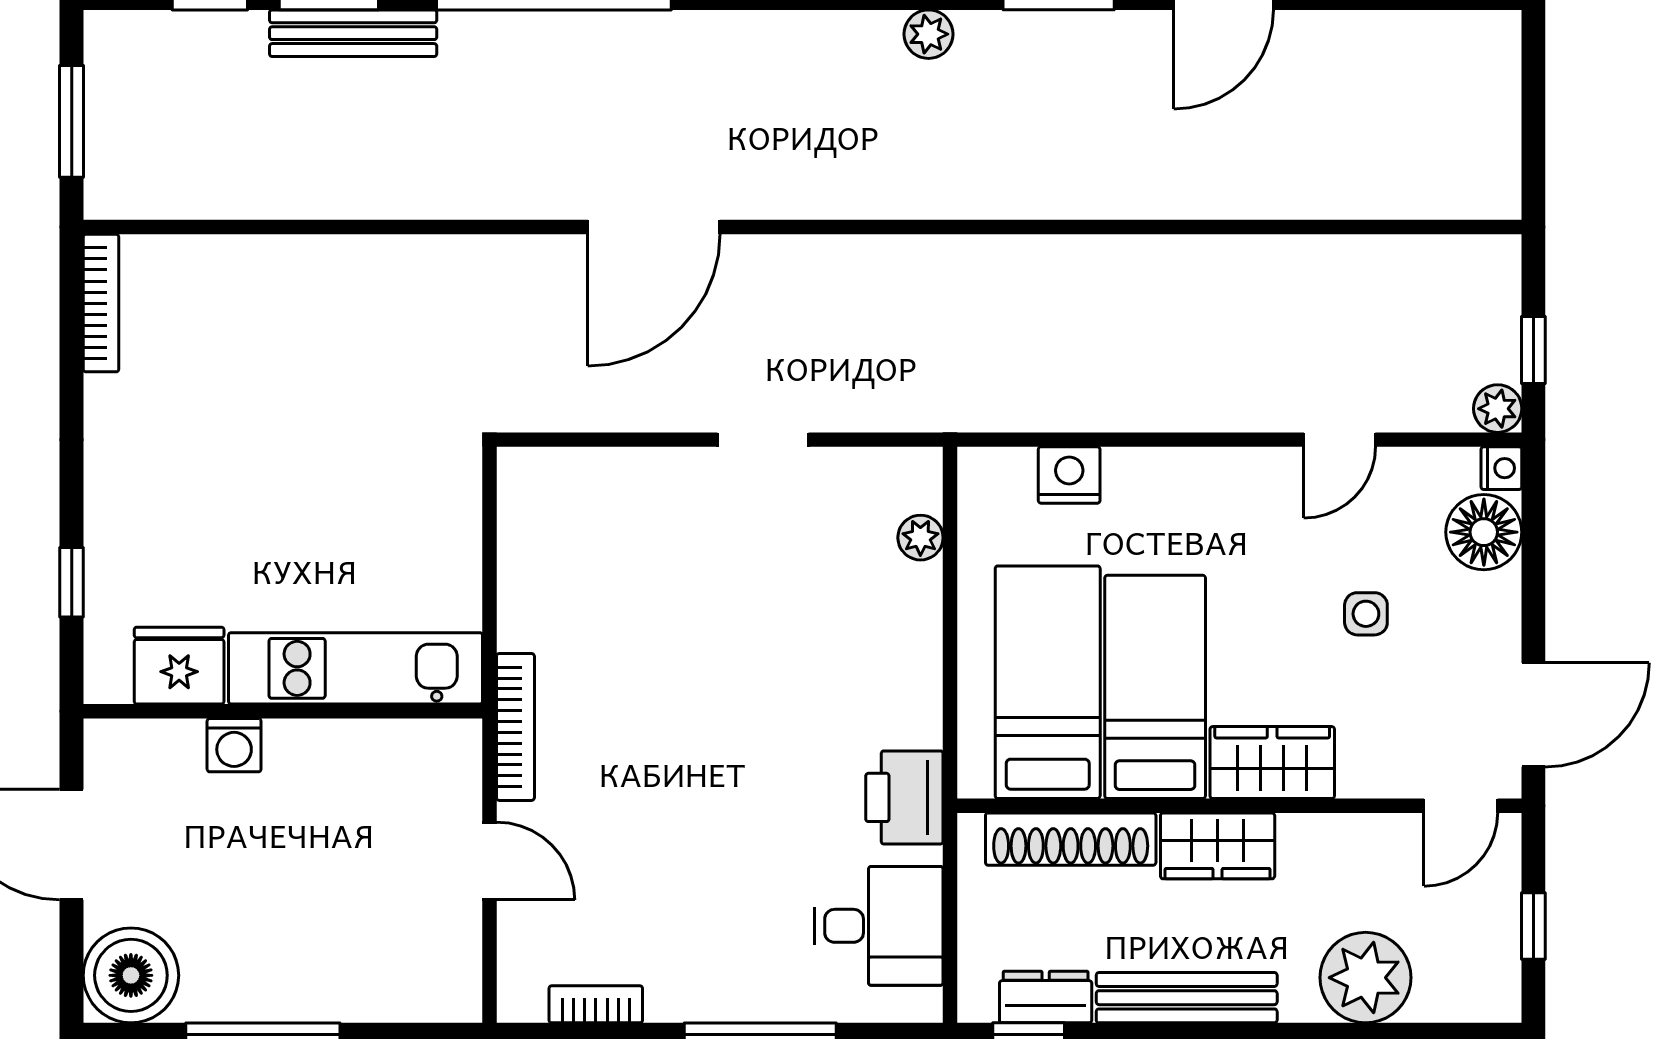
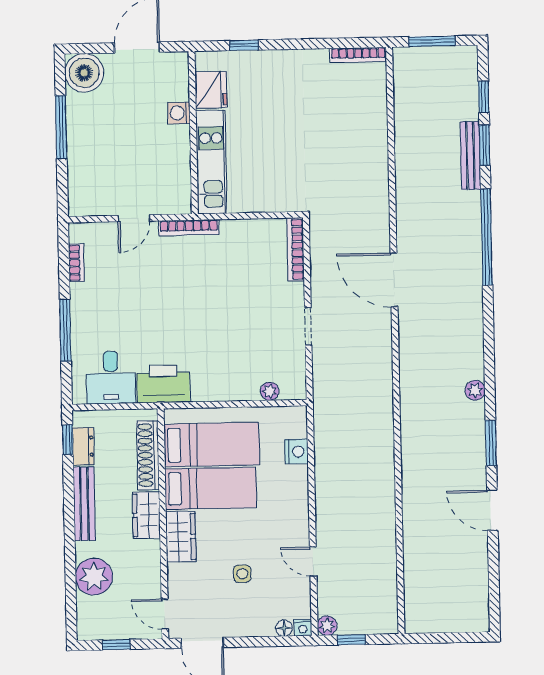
bookcase: (574, 467) -> (296, 249), added
floor lamp: (1484, 532) -> (284, 628), width x0.53, depth x0.53
printer: (904, 797) -> (163, 384), width x1.37, depth x1.19

